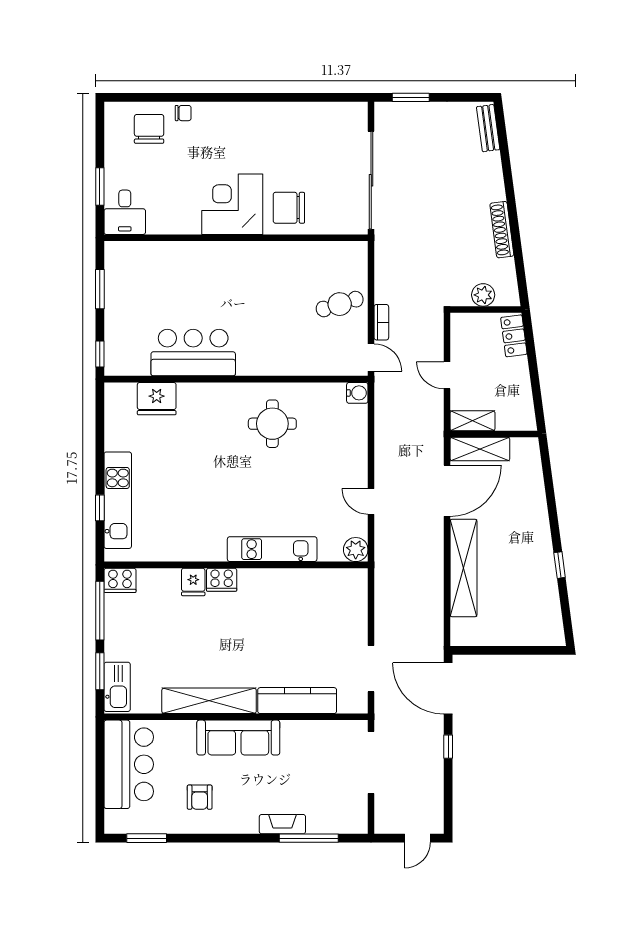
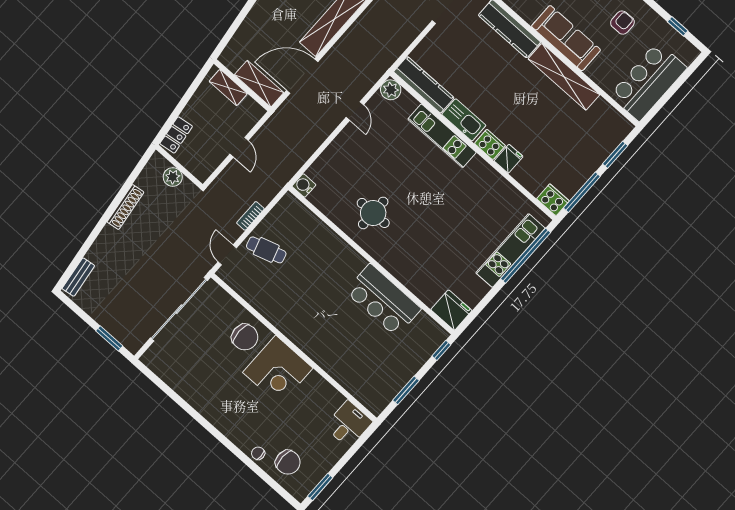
chair: (149, 129) -> (288, 462), turned -90
window: (100, 186) -> (320, 487), moved
door: (371, 358) -> (227, 255), moved
fridge: (157, 399) -> (451, 310), moved
shelving: (473, 421) -> (228, 87), moved
window: (100, 508) -> (526, 256), width x3.17
kitchen counter: (330, 581) -> (424, 85), added
kitchen sink: (117, 687) -> (464, 120), moved, turned 90
window: (147, 838) -> (678, 26), width x0.67

